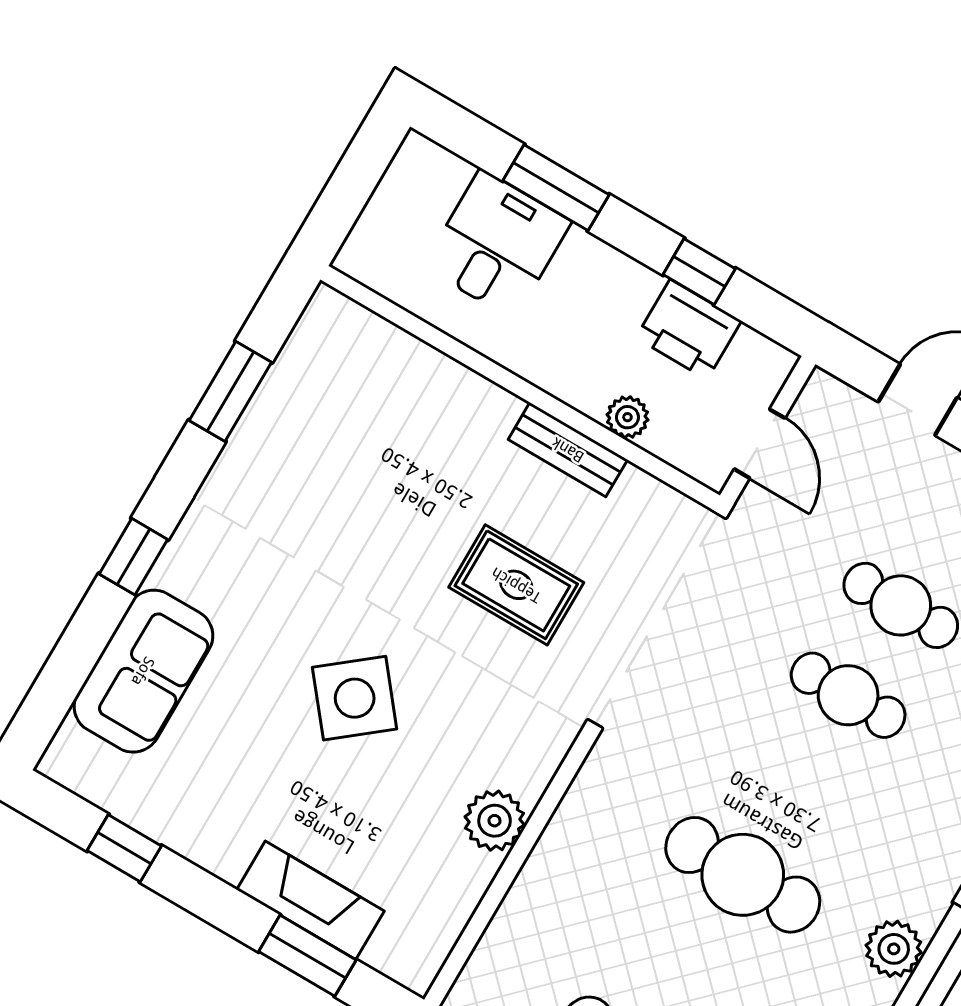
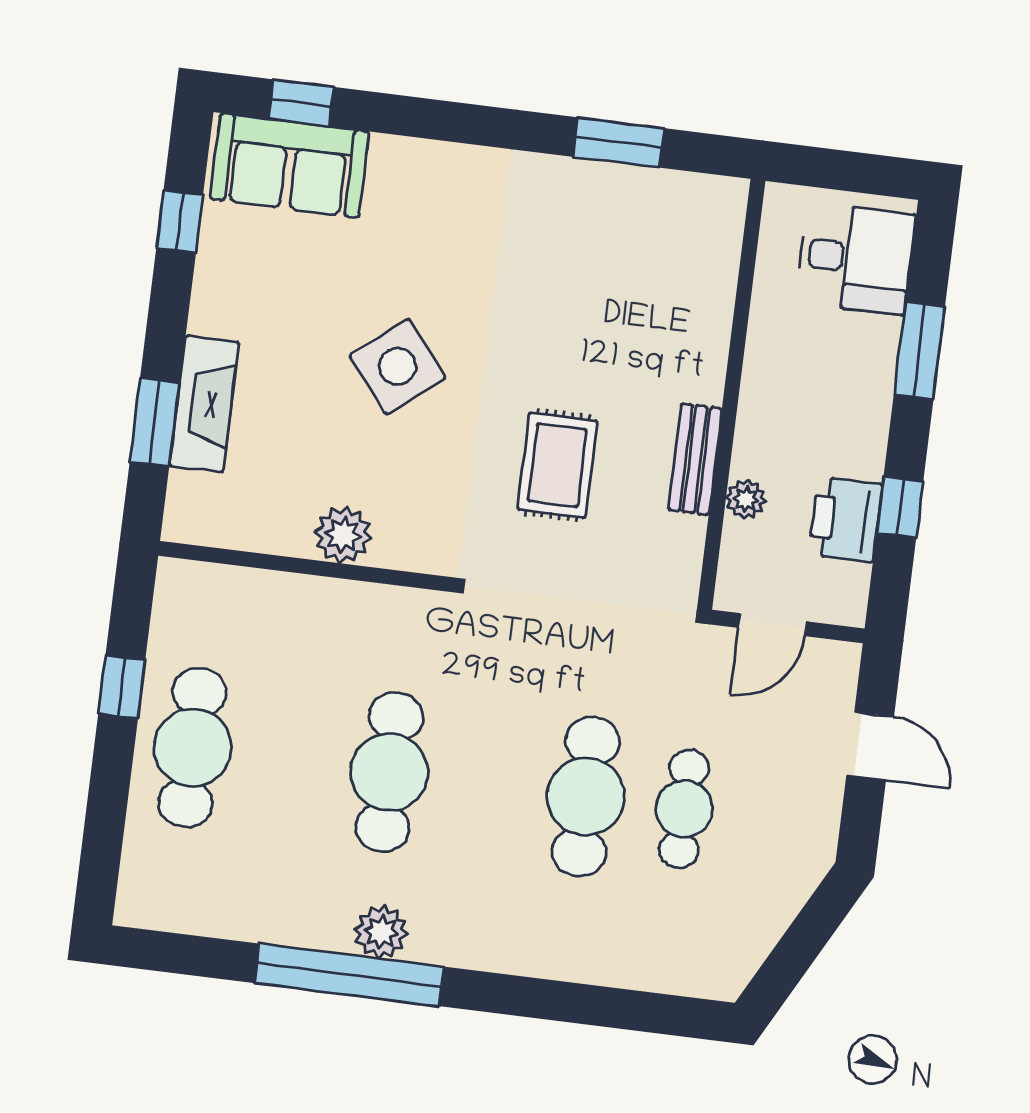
desk: (497, 244) -> (856, 258), moved
window: (133, 557) -> (301, 103), moved
sofa: (143, 671) -> (290, 165), moved
cafe table: (848, 695) -> (586, 797), width x1.37, depth x1.35

